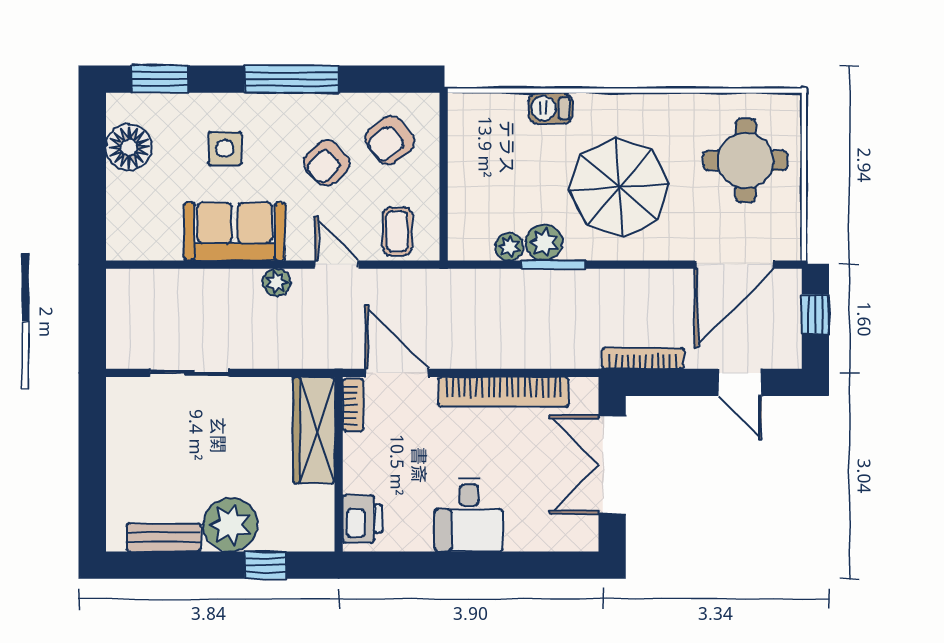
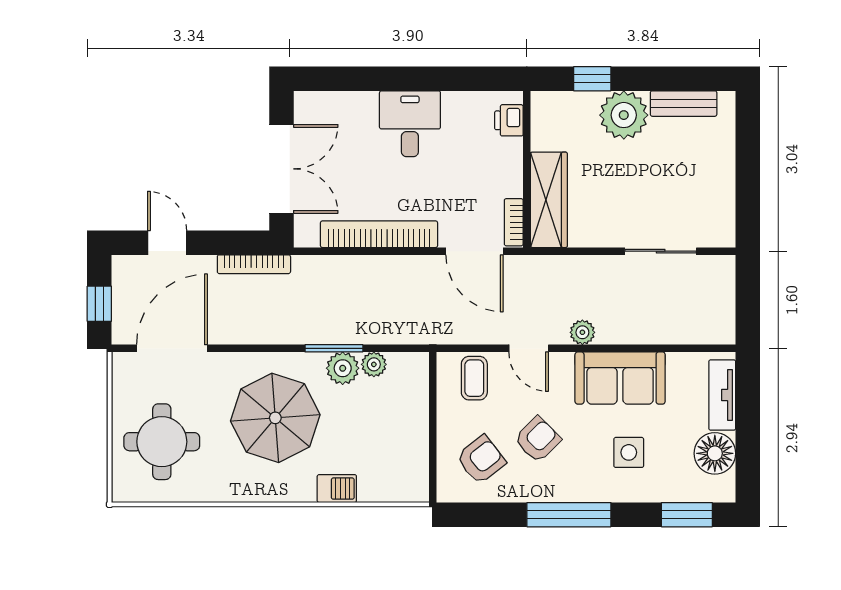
tv unit: (121, 212) -> (722, 395), added
printer: (362, 519) -> (509, 120), width x0.73, depth x0.81

